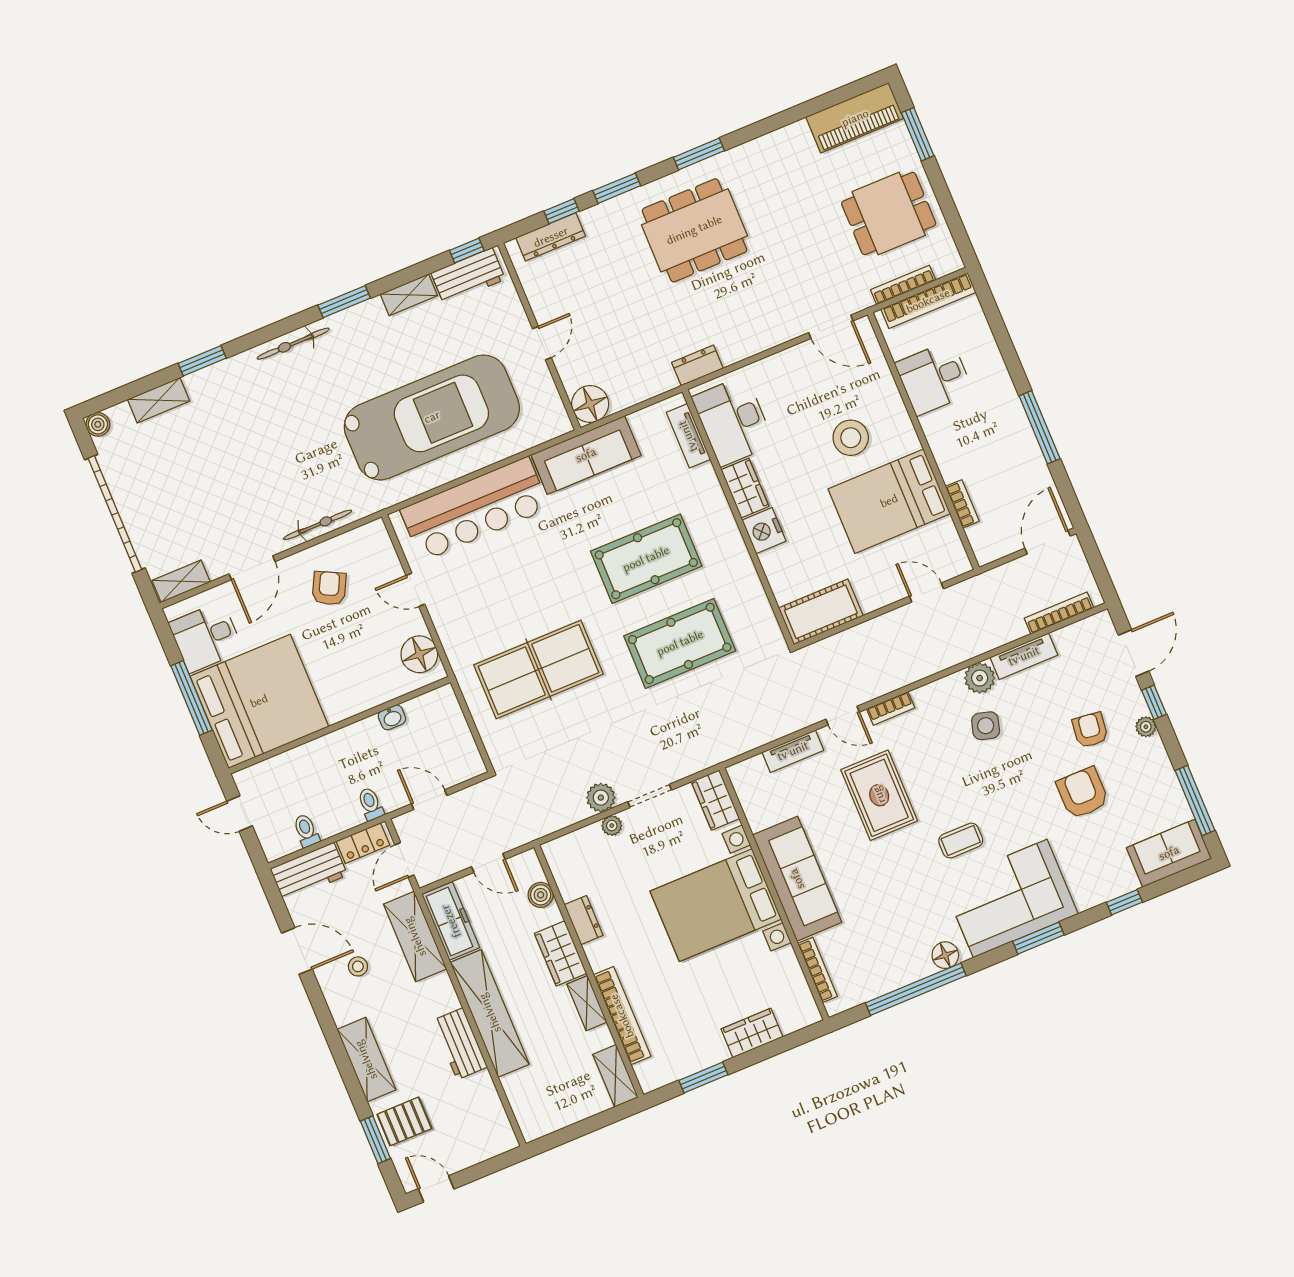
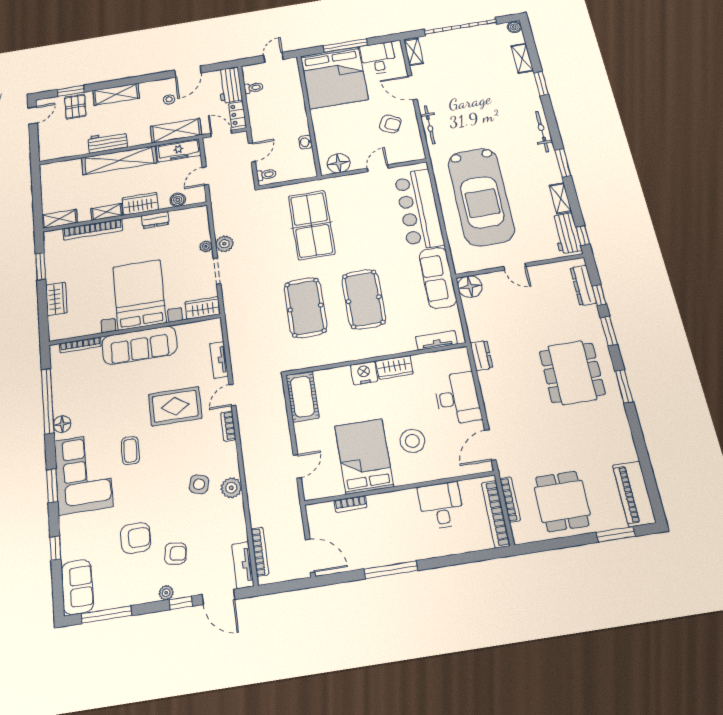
desk: (733, 421) -> (457, 398), moved, turned 90
tv unit: (1024, 656) -> (243, 565), moved
toilet: (371, 804) -> (266, 175), moved

